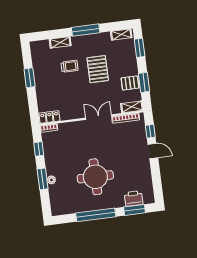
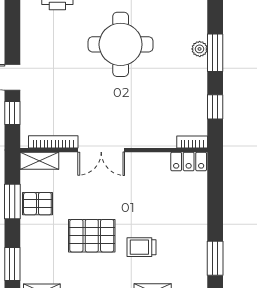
pallet: (98, 69) -> (92, 236), turned 90
window: (30, 78) -> (215, 258), moved

